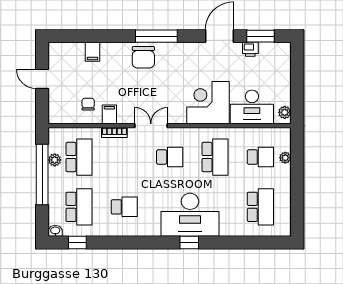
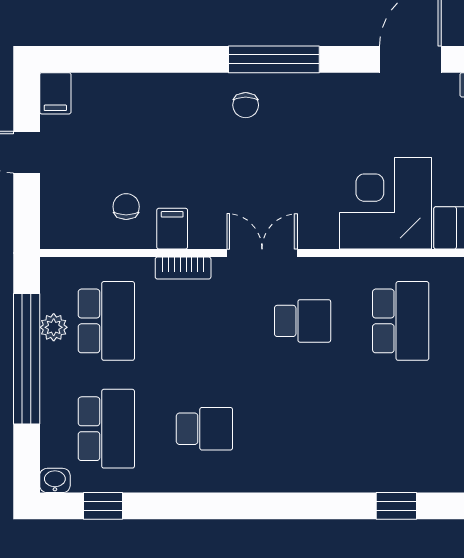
filing cabinet: (92, 52) -> (55, 93), moved
chair: (143, 57) -> (246, 105), width x0.54, depth x0.54
desk: (190, 215) -> (346, 446), removed
window: (189, 243) -> (396, 506), moved

